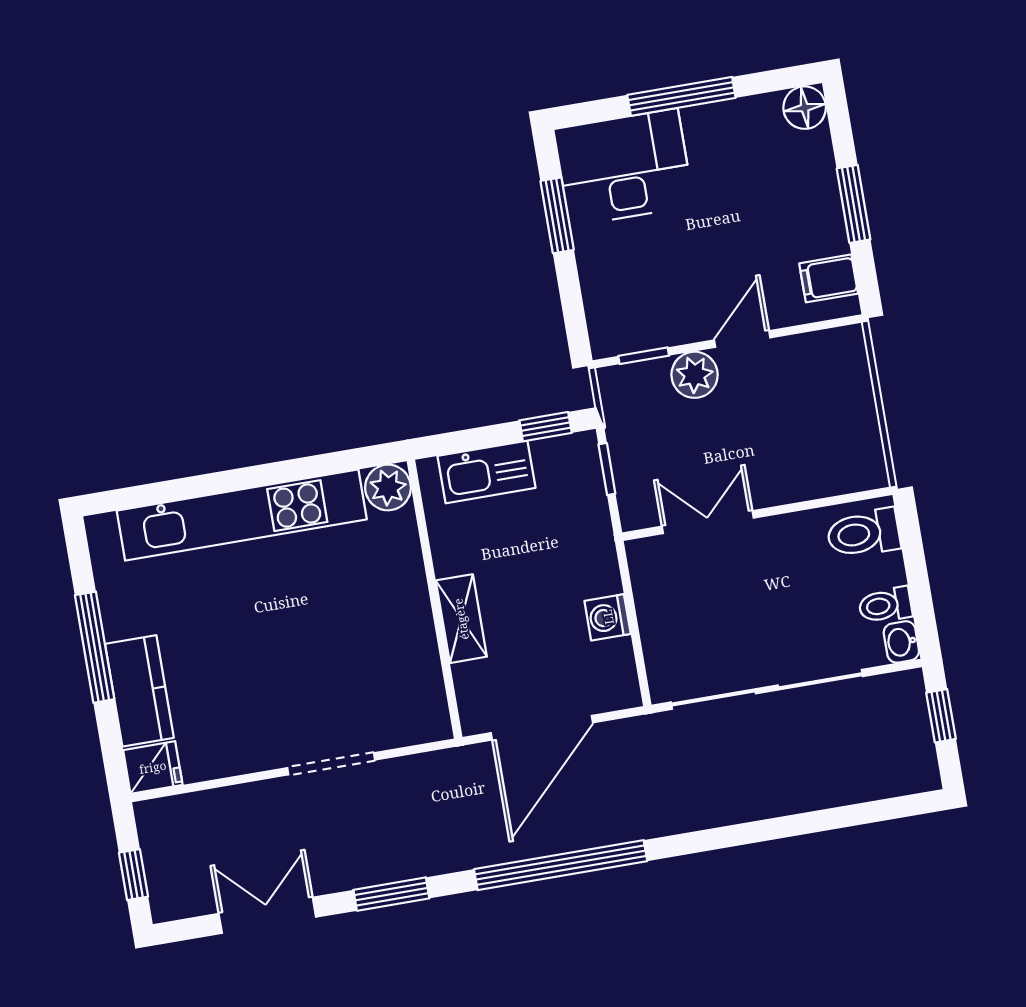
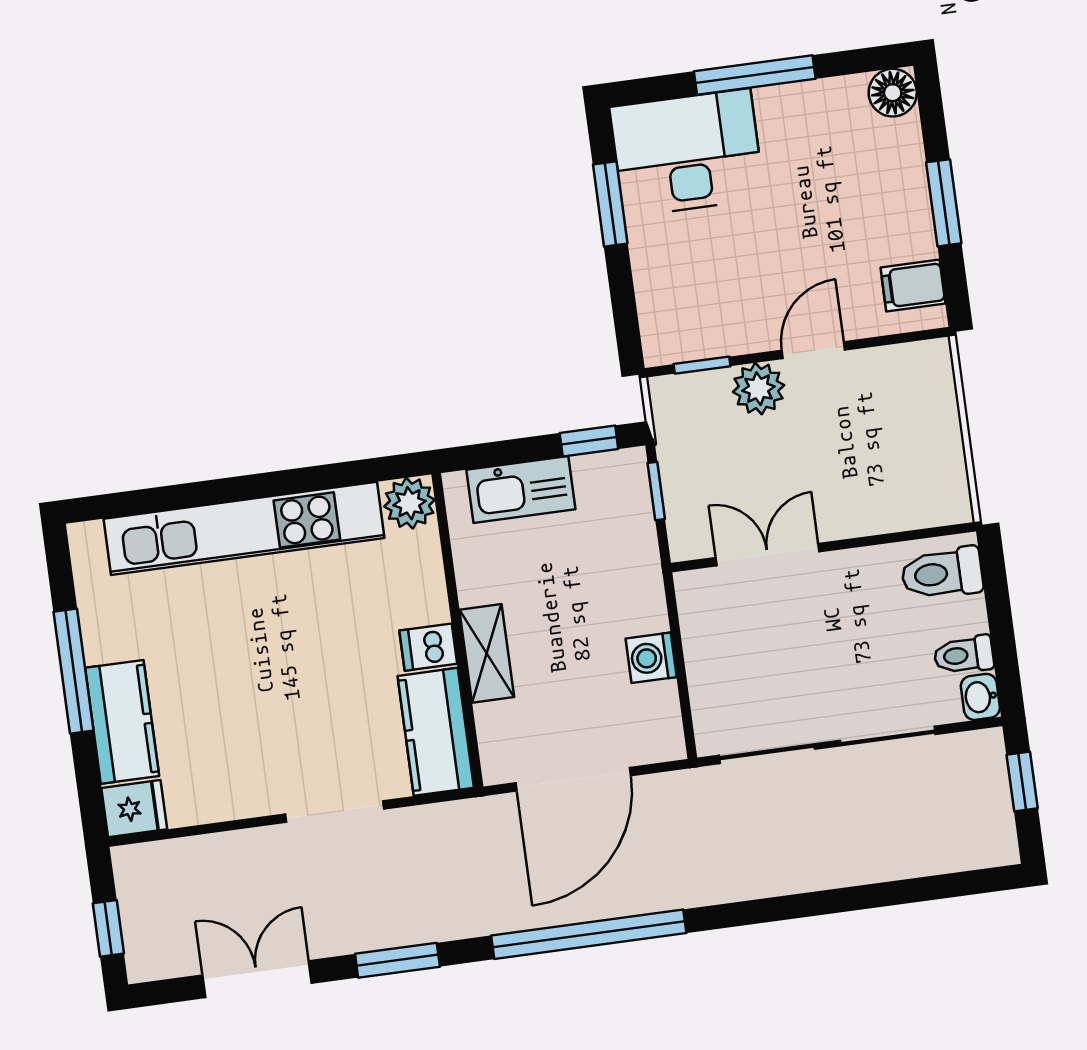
dishwasher: (409, 615) -> (428, 647), added
kitchen counter: (418, 690) -> (436, 732), added

